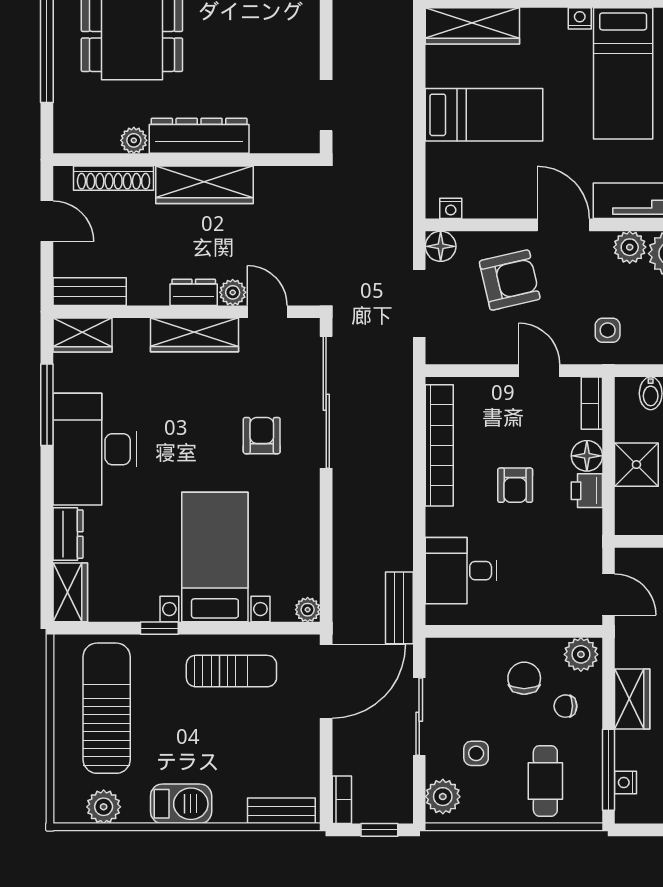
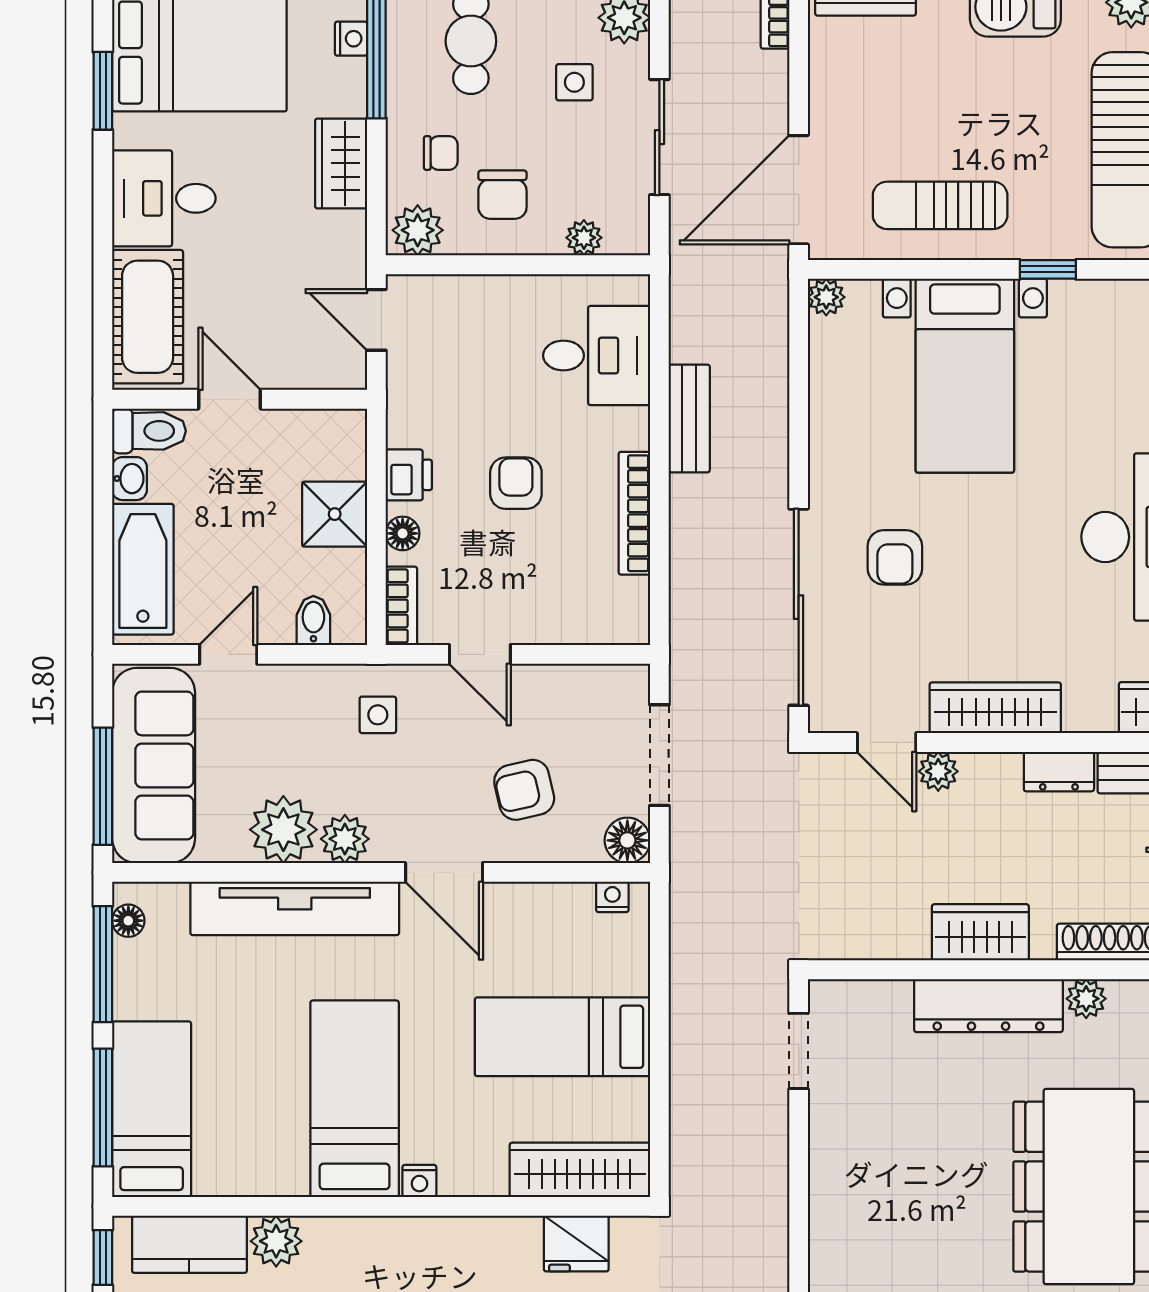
wardrobe: (205, 185) -> (980, 932), width x0.67
armchair: (510, 280) -> (524, 790), width x0.72, depth x0.72
dresser: (194, 292) -> (1059, 772), moved
bookcase: (439, 445) -> (634, 513), width x0.68, depth x0.76
floor lamp: (587, 456) -> (403, 533), width x0.73, depth x0.73
bench: (399, 608) -> (689, 418), moved
plant: (470, 649) -> (584, 238), added

